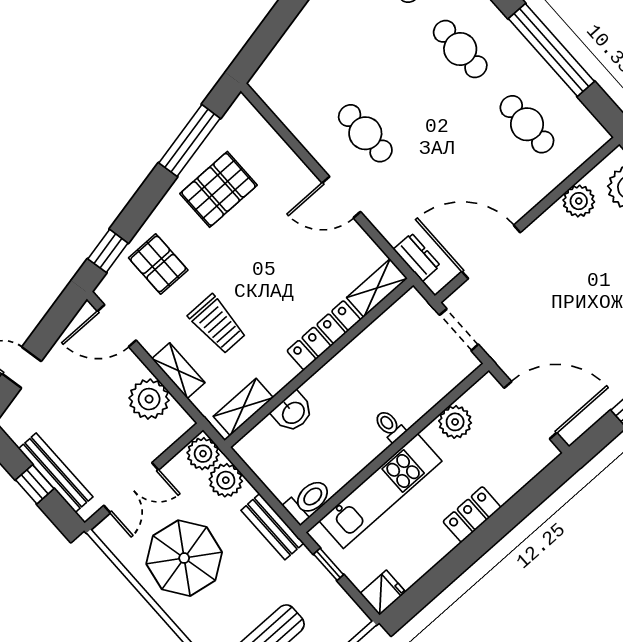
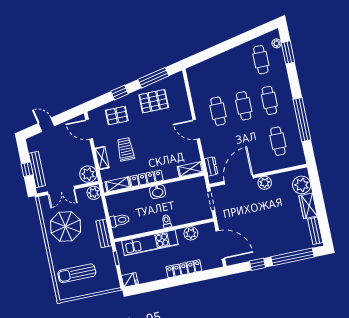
cafe table: (413, 91) -> (244, 106), added
plant: (579, 201) -> (265, 183), moved
window: (108, 251) -> (120, 93), moved
door: (491, 252) -> (239, 180), hinge flipped
pallet: (158, 264) -> (117, 116), turned 90
trolley: (217, 324) -> (126, 149), turned 180
locker: (324, 335) -> (146, 178), moved
plant: (149, 399) -> (88, 174), moved
washbasin: (293, 412) -> (158, 192), moved
plant: (226, 480) -> (97, 207), removed
toilet: (308, 501) -> (120, 220), moved
locker: (472, 514) -> (184, 269), width x1.53

